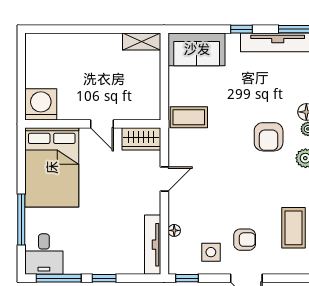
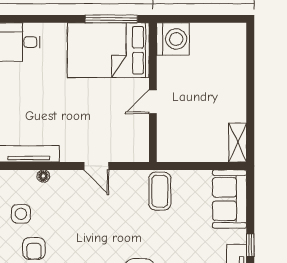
wardrobe: (141, 139) -> (138, 142), removed
window: (21, 219) -> (111, 19), moved

